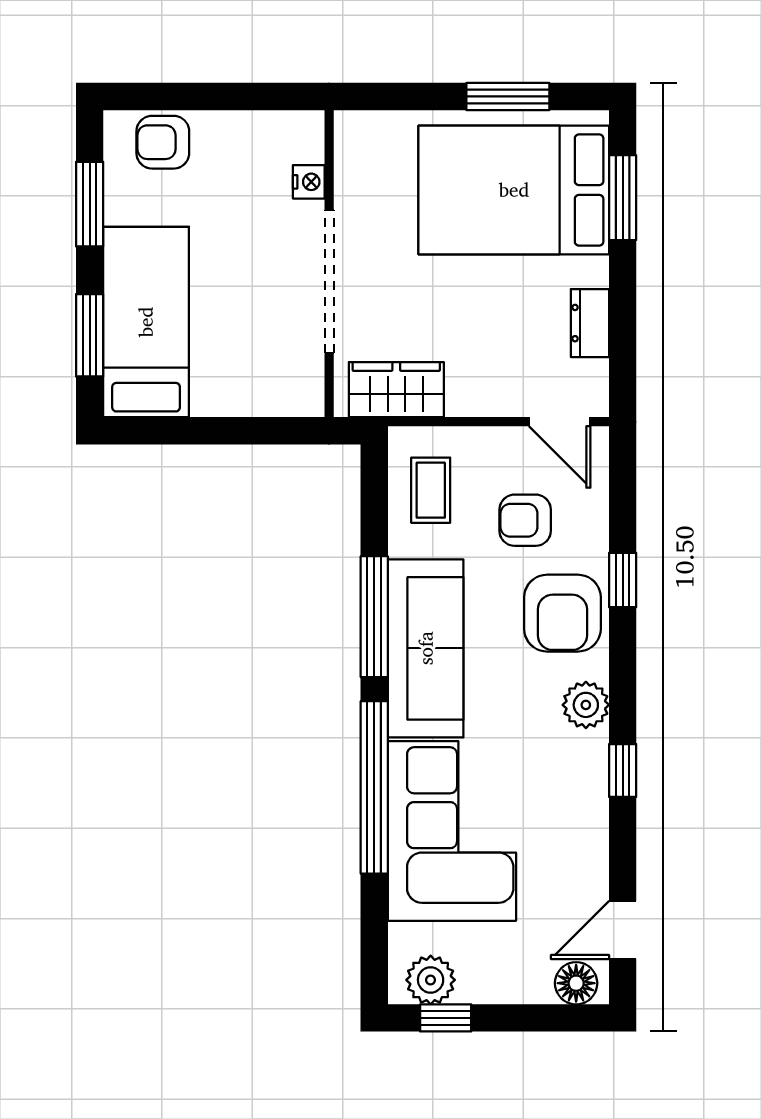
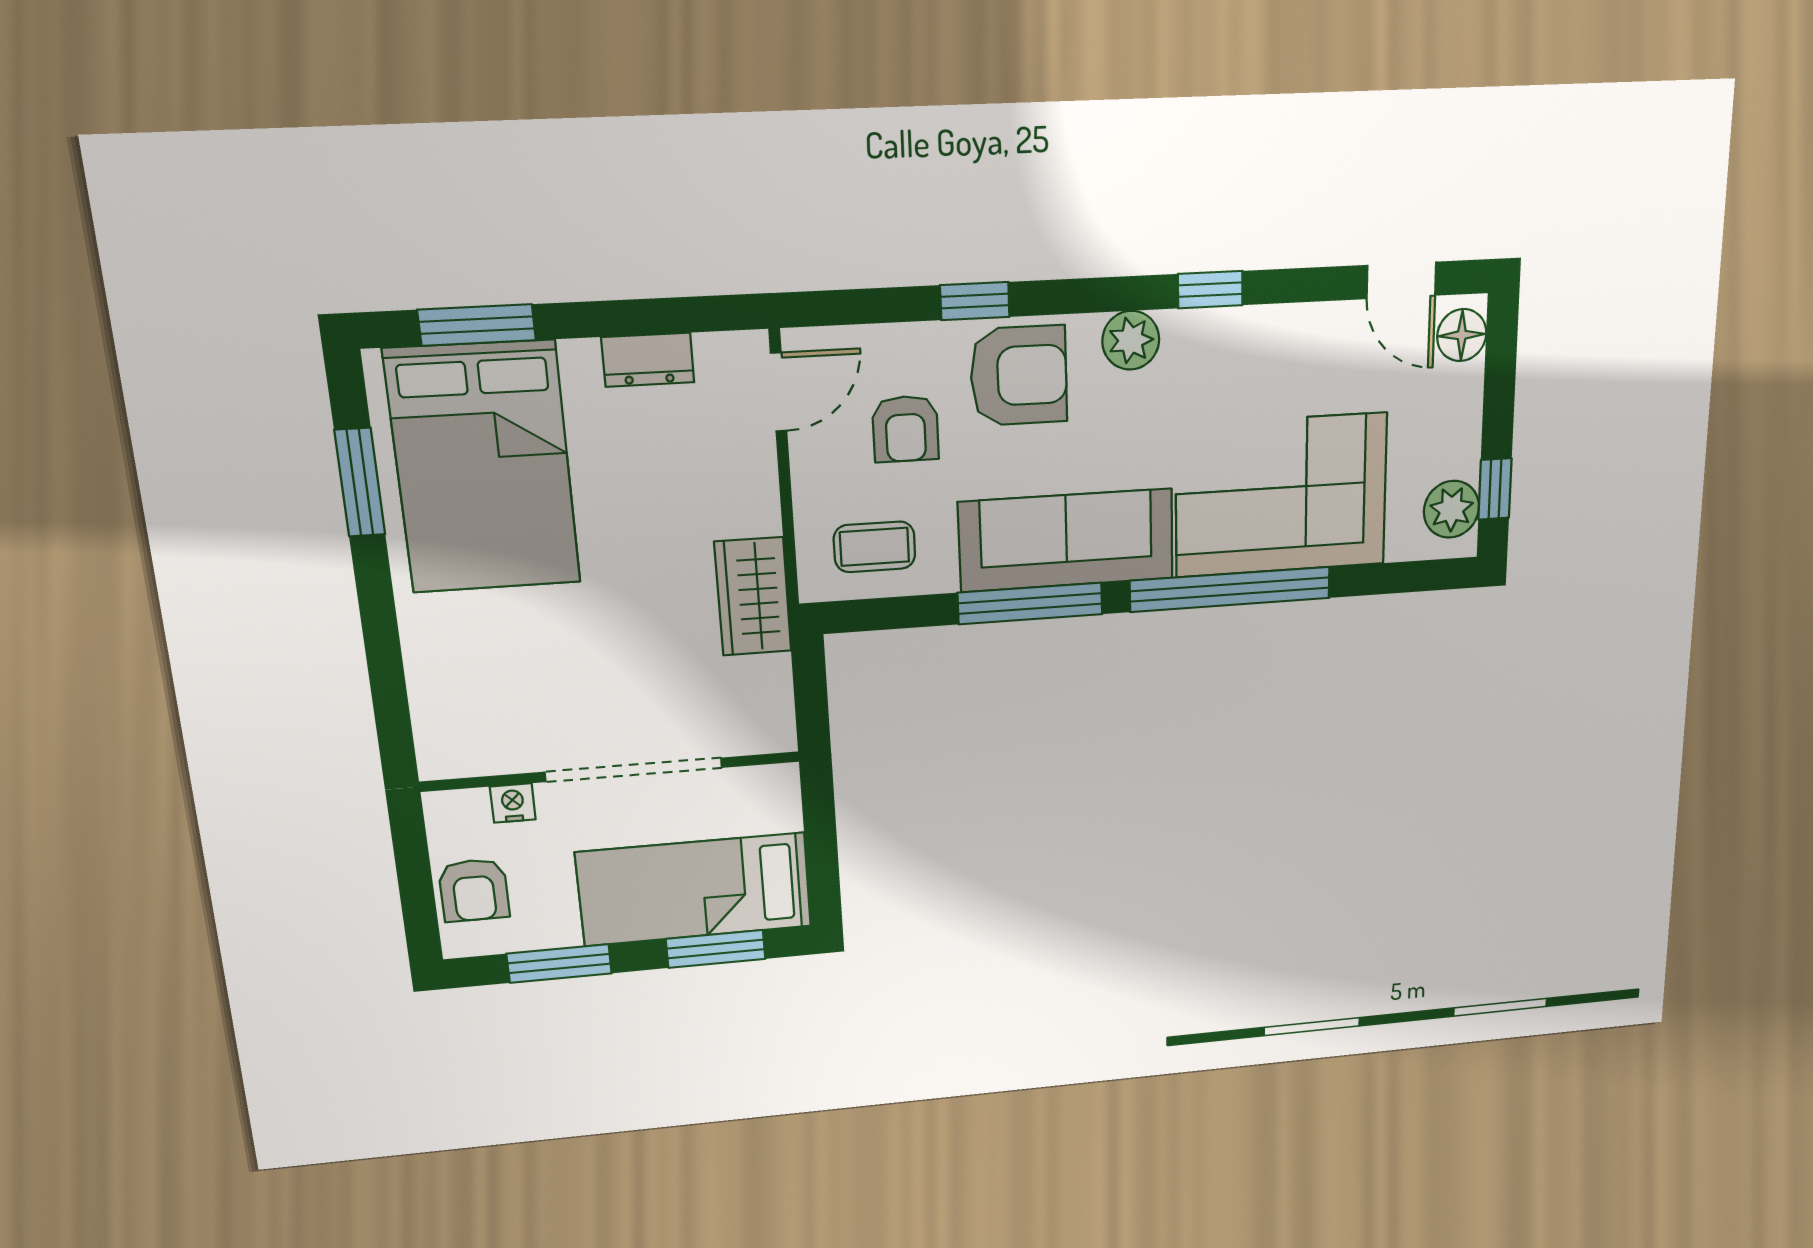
nightstand: (309, 182) -> (513, 803), moved
wall: (329, 264) -> (612, 772), moved
doorway: (329, 282) -> (634, 770), moved

